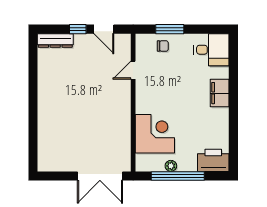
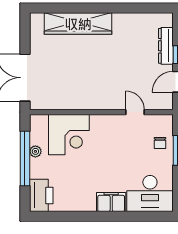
dresser: (55, 40) -> (166, 46), moved
desk: (211, 50) -> (150, 194), width x1.37
wardrobe: (48, 125) -> (78, 24), added

